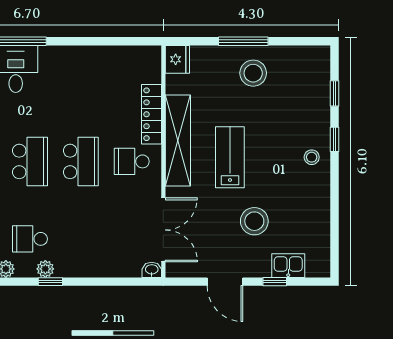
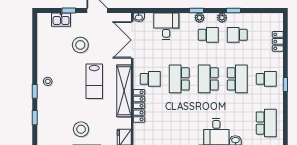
desk: (104, 254) -> (166, 26), added

